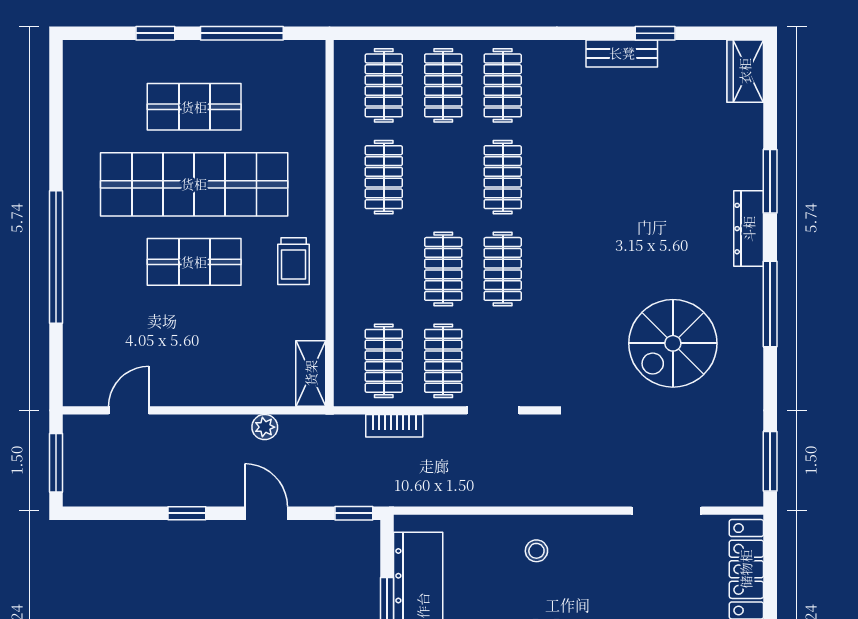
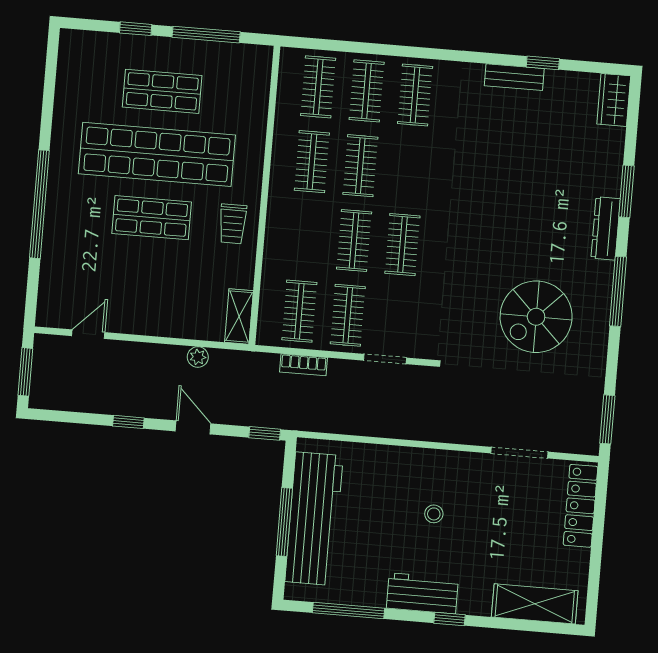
clothes rail: (503, 177) -> (360, 166), moved
stool: (536, 551) -> (434, 514), moved

